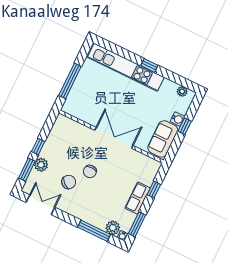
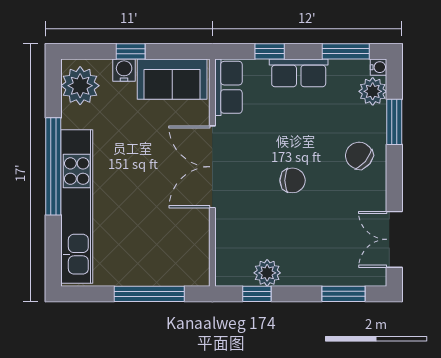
window: (149, 65) -> (53, 166), width x3.17
plant: (182, 91) -> (80, 86), width x1.87, depth x1.87
window: (38, 147) -> (257, 294), moved
row of seats: (147, 163) -> (228, 87), added
plant: (41, 165) -> (267, 273), moved
chair: (69, 182) -> (359, 156), moved
window: (94, 231) -> (394, 122), width x0.69

